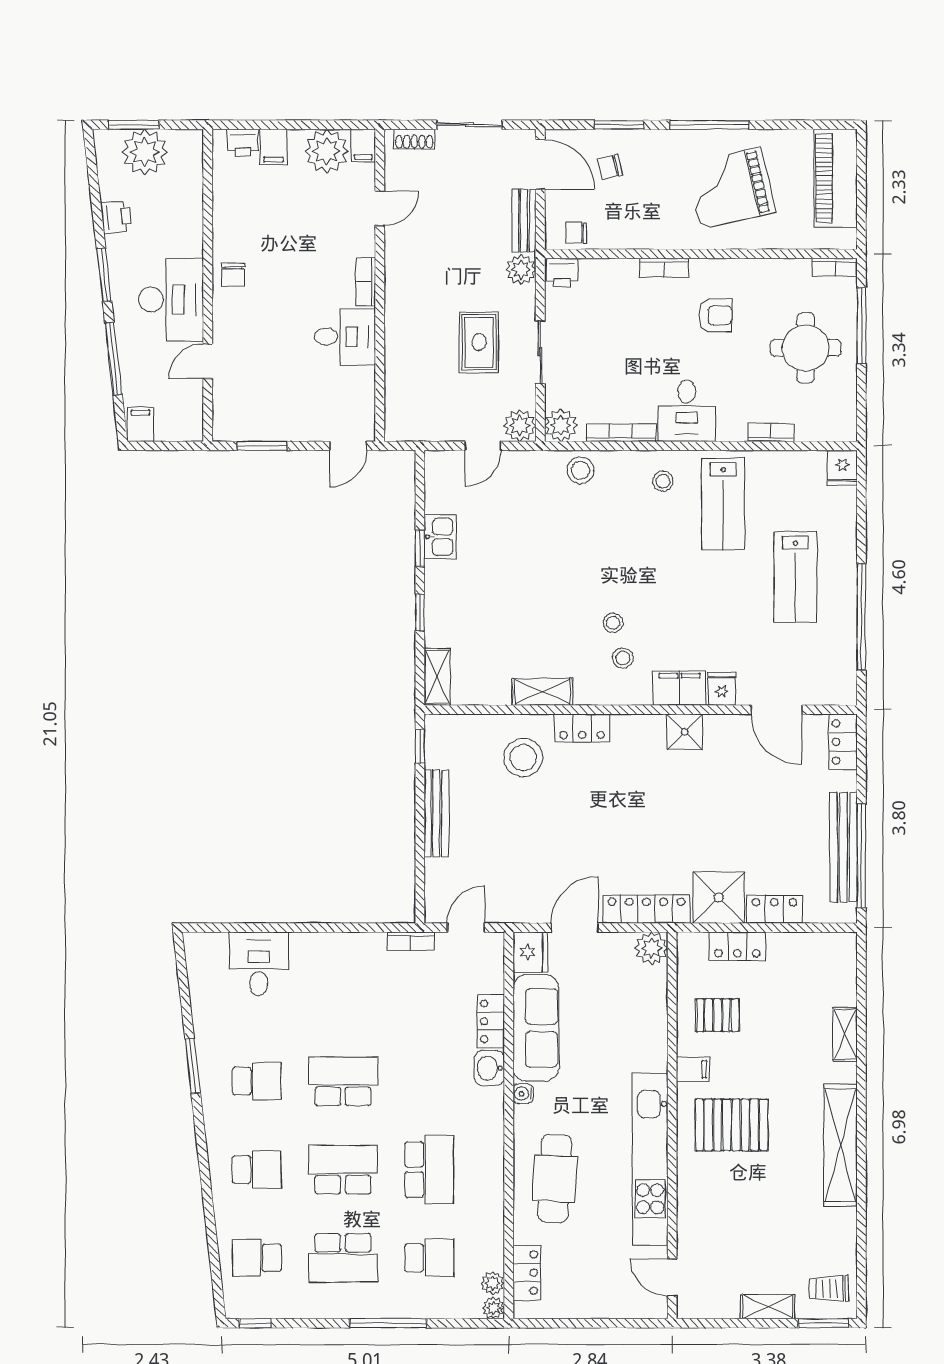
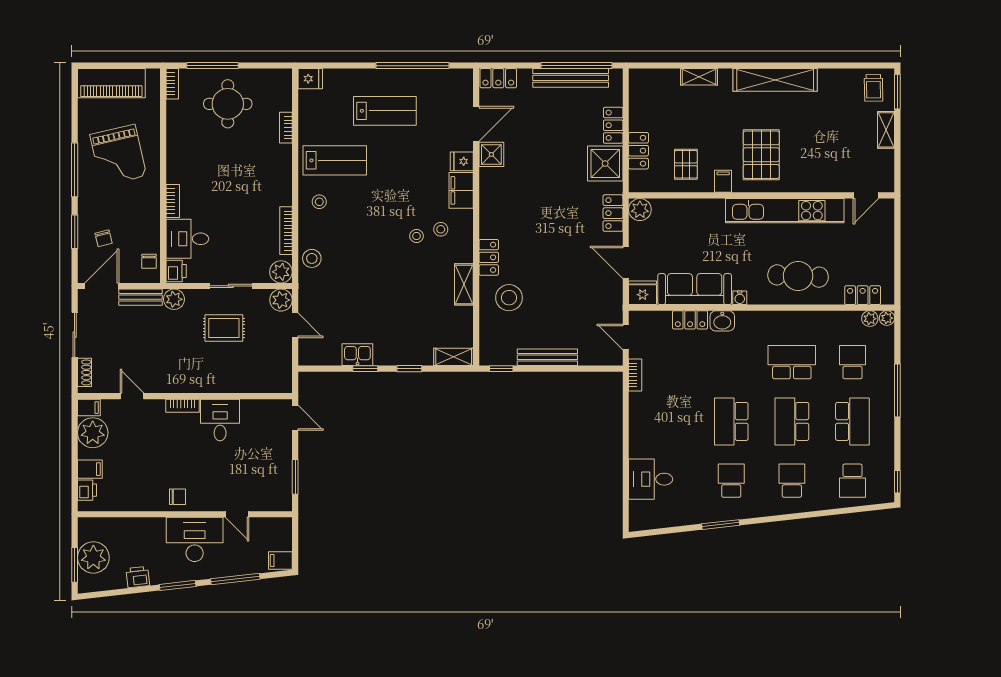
armchair: (715, 315) -> (205, 166), removed
desk: (687, 411) -> (187, 239), moved, turned 180
shower: (685, 732) -> (491, 154), moved
locker: (646, 909) -> (613, 213), width x0.66

